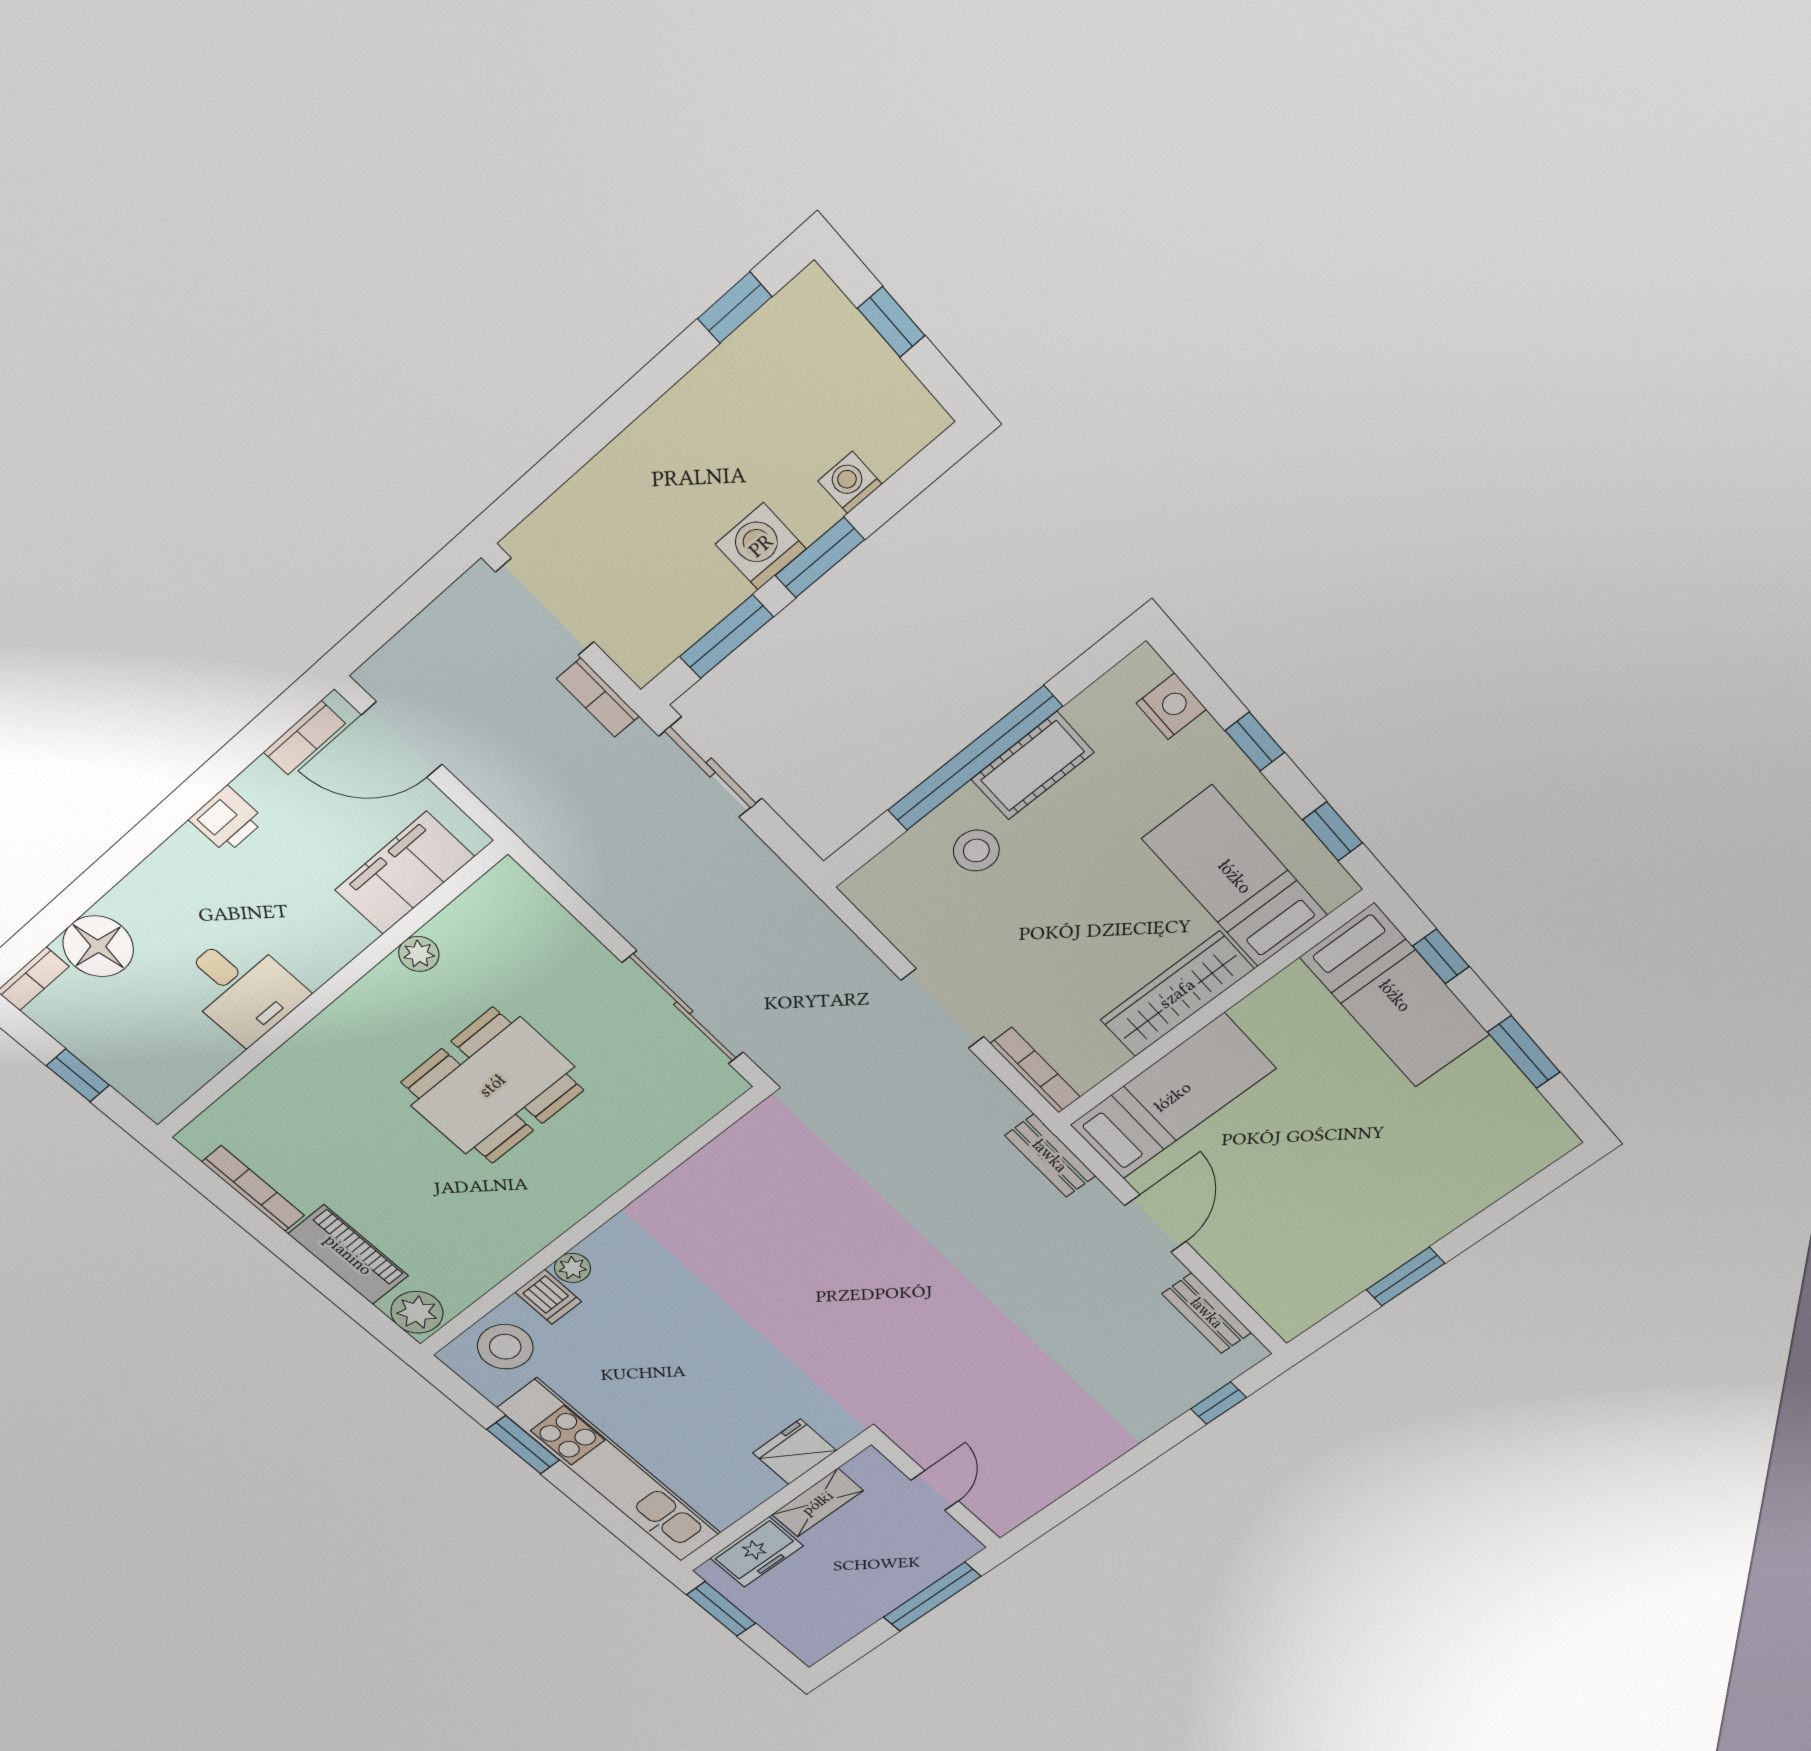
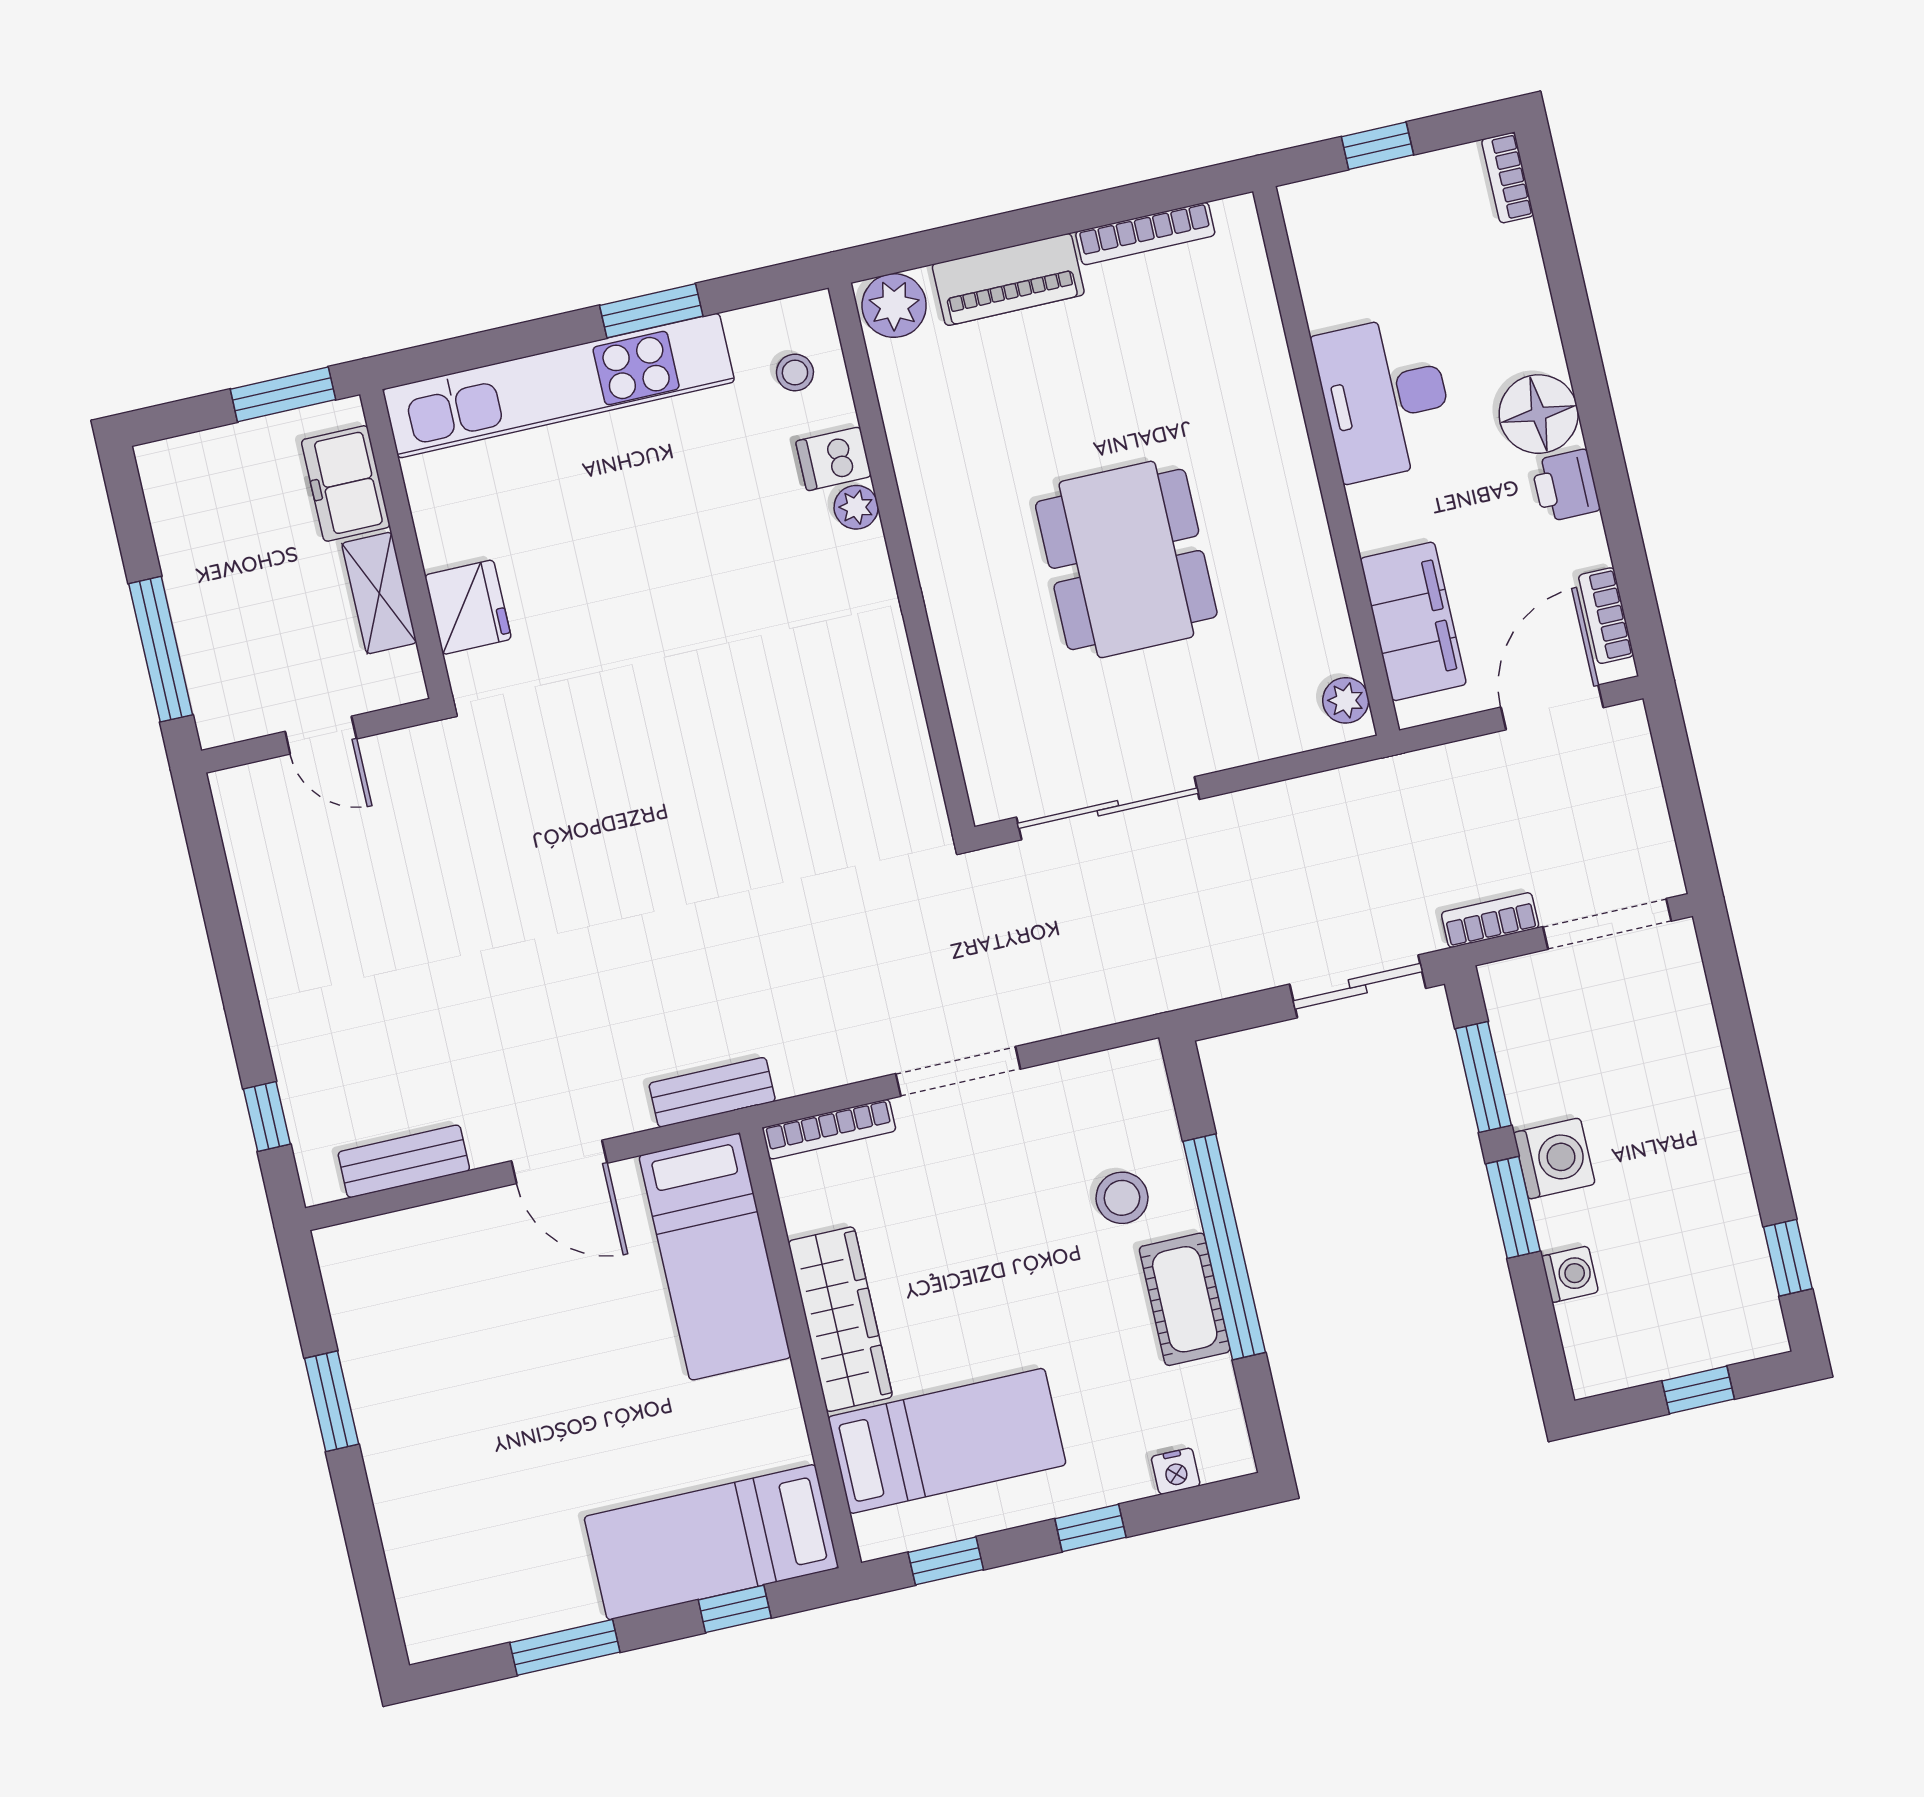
nightstand: (1171, 706) -> (1176, 1471), width x0.72, depth x0.74
floor lamp: (98, 946) -> (1539, 414), moved
plant: (419, 954) -> (1346, 700), moved
desk: (241, 988) -> (1385, 398), width x1.37
stool: (505, 1347) -> (795, 373), width x0.53, depth x0.53

